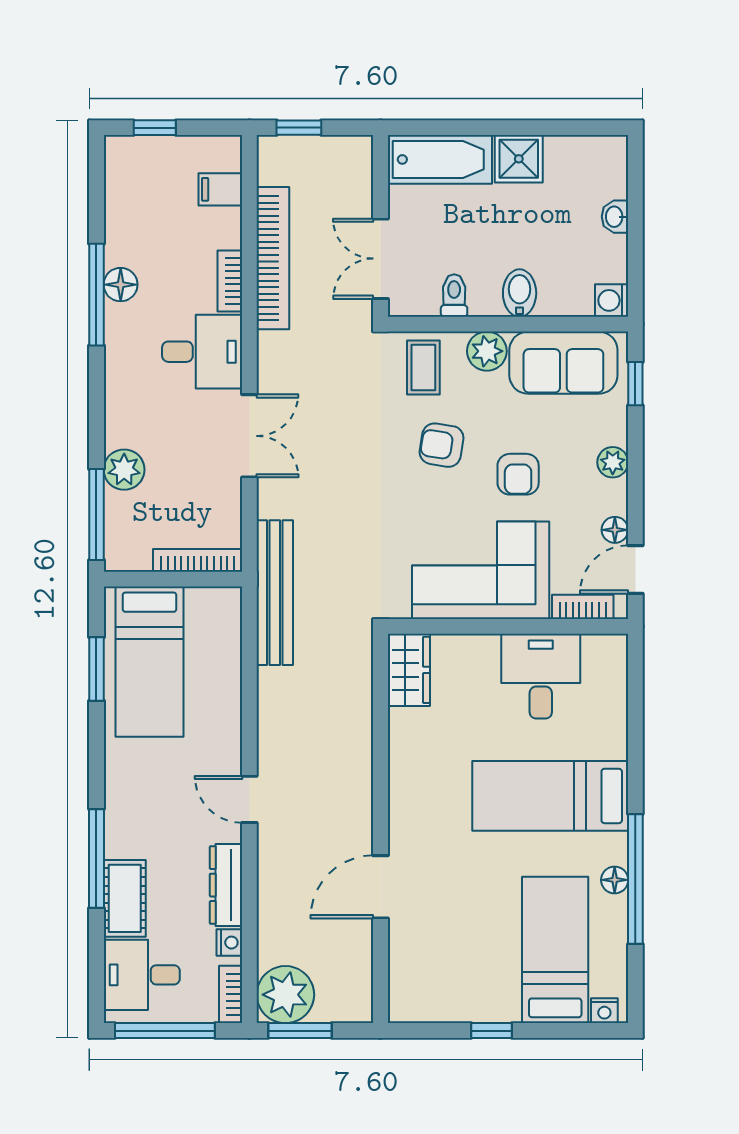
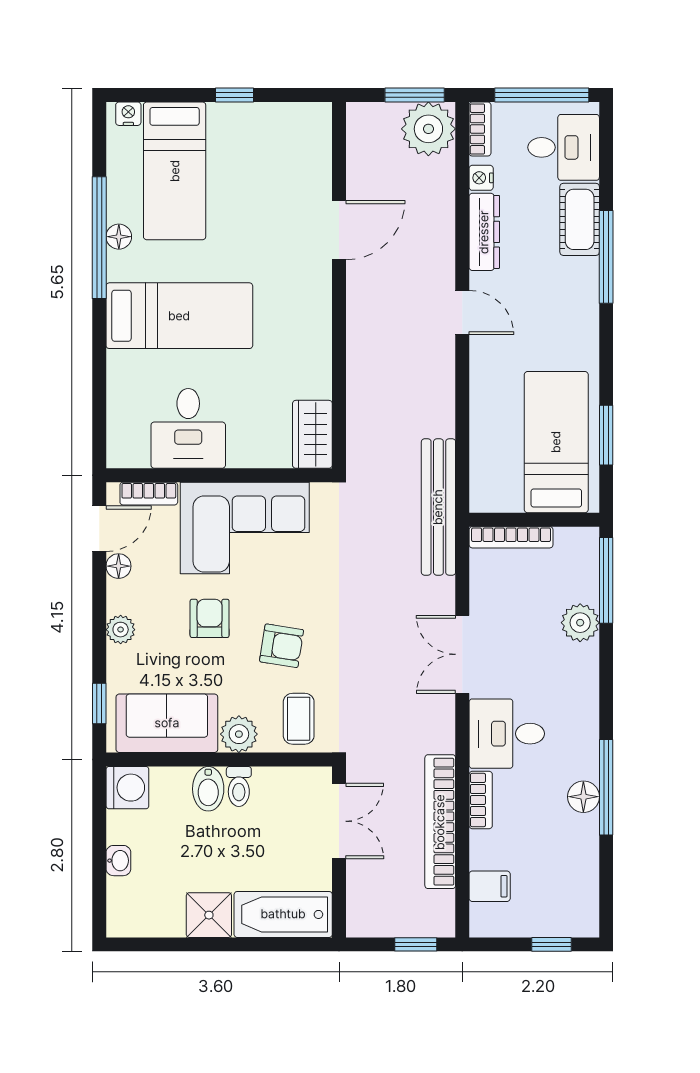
toilet: (454, 296) -> (239, 786), moved
washing machine: (612, 300) -> (127, 788), width x1.38, depth x1.38

